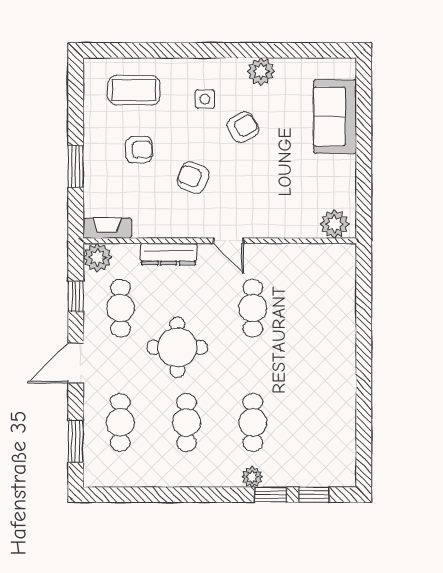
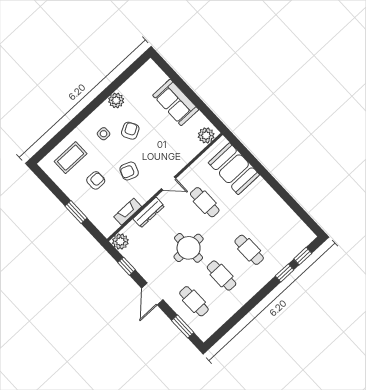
sofa: (335, 117) -> (176, 102), moved
fireplace: (107, 228) -> (128, 212), moved
booth: (330, 300) -> (234, 169), added
cafe table: (120, 308) -> (150, 254), removed
plant: (252, 477) -> (270, 273), removed

